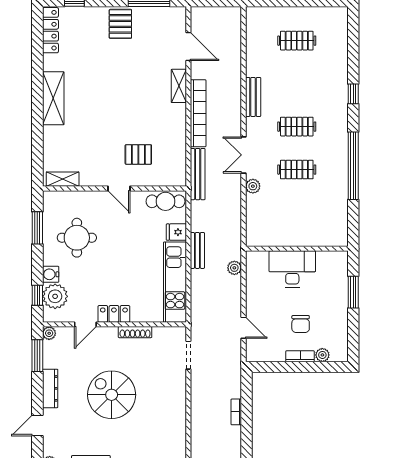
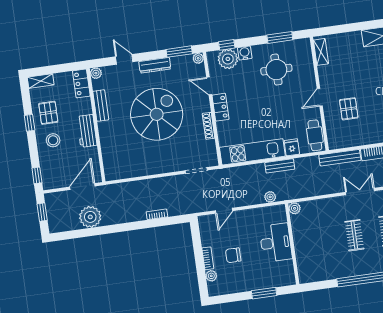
plant: (253, 186) -> (295, 208), moved
spiral stairs: (112, 395) -> (157, 114), width x1.37, depth x1.37

